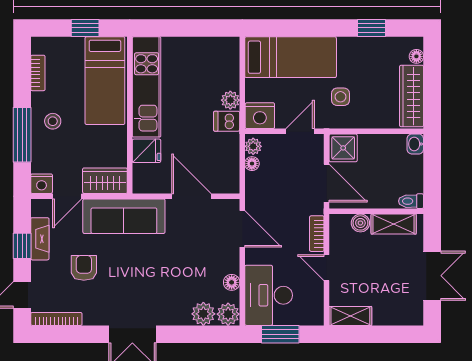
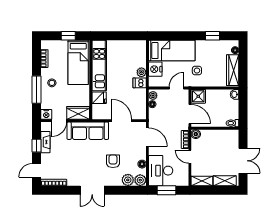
nightstand: (260, 116) -> (155, 69), moved, turned 90
boiler: (360, 223) -> (196, 134), moved
shelving: (394, 224) -> (225, 181), moved
armchair: (84, 268) -> (113, 161), moved

